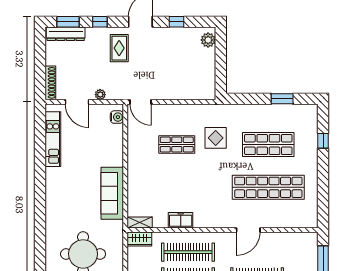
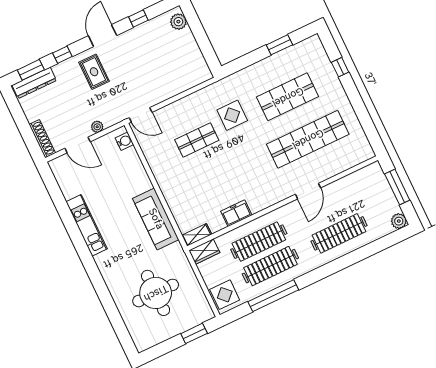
kitchen unit: (53, 139) -> (87, 225), moved

